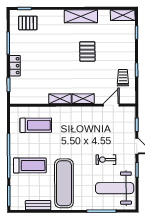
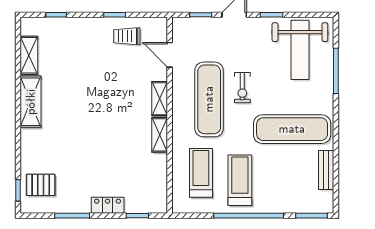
shelving: (123, 15) -> (29, 55), moved
pallet: (28, 23) -> (41, 185), turned 90
pallet: (87, 52) -> (86, 92), removed
exercise mat: (83, 130) -> (209, 99), added
exercise bike: (106, 160) -> (242, 88), moved
treadmill: (30, 165) -> (240, 180), moved

